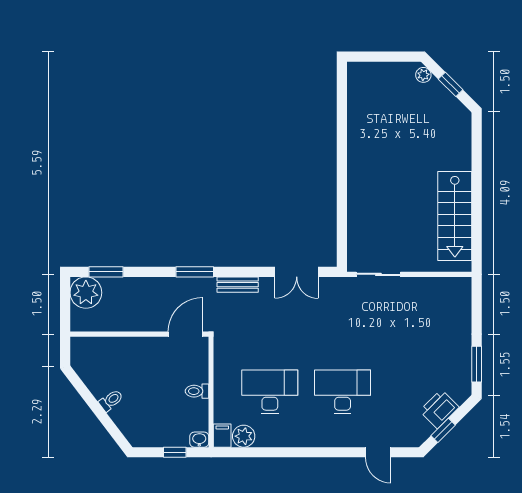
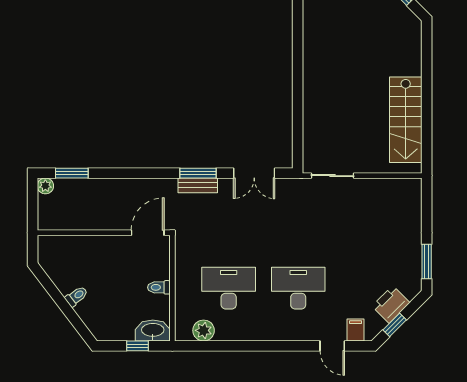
window: (195, 272) -> (198, 173), moved
plant: (86, 293) -> (45, 186), width x0.53, depth x0.53
filing cabinet: (222, 436) -> (356, 330), moved
washbasin: (199, 440) -> (153, 331), width x1.91, depth x1.45

